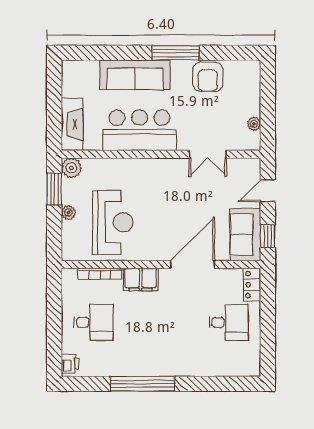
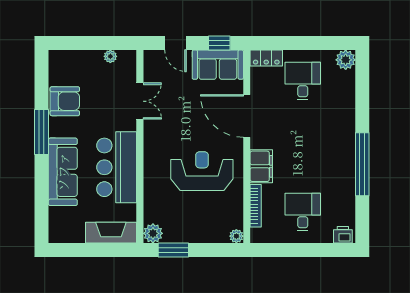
plant: (68, 213) -> (236, 236), moved
reception desk: (113, 222) -> (202, 171), moved
plant: (250, 366) -> (346, 60), added

